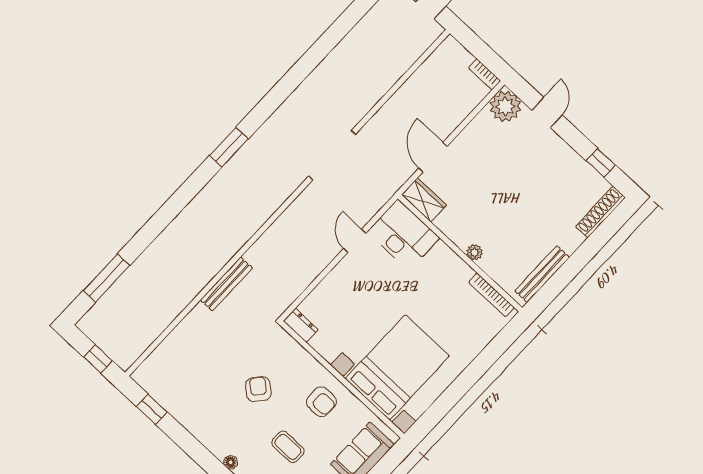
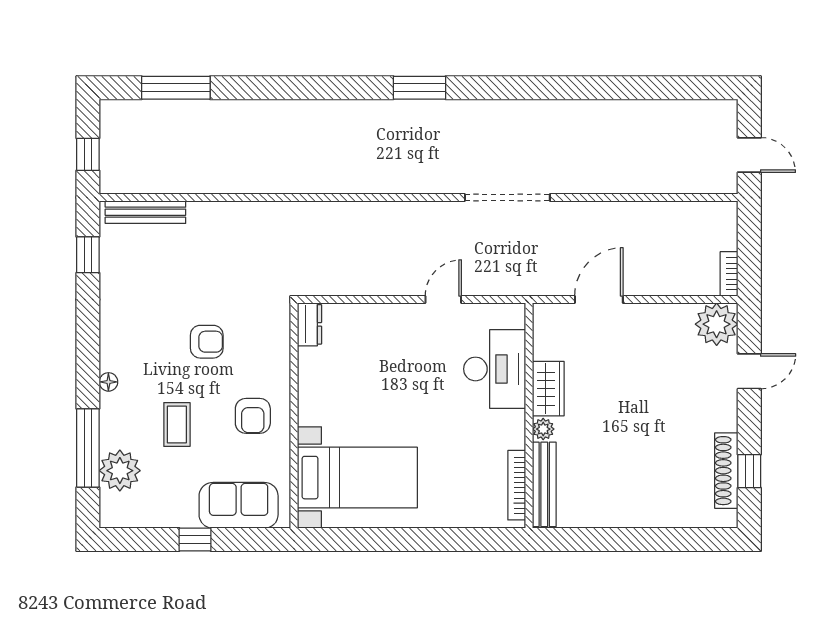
wardrobe: (424, 200) -> (548, 389), moved
shoe rack: (600, 212) -> (726, 471), moved, turned -90
desk: (403, 235) -> (495, 369), moved
bench: (542, 274) -> (544, 484), moved, turned 90
bench: (226, 284) -> (145, 212), moved
bed with nightstands: (397, 367) -> (357, 478), width x0.73
armchair: (258, 389) -> (207, 342), turned 50

